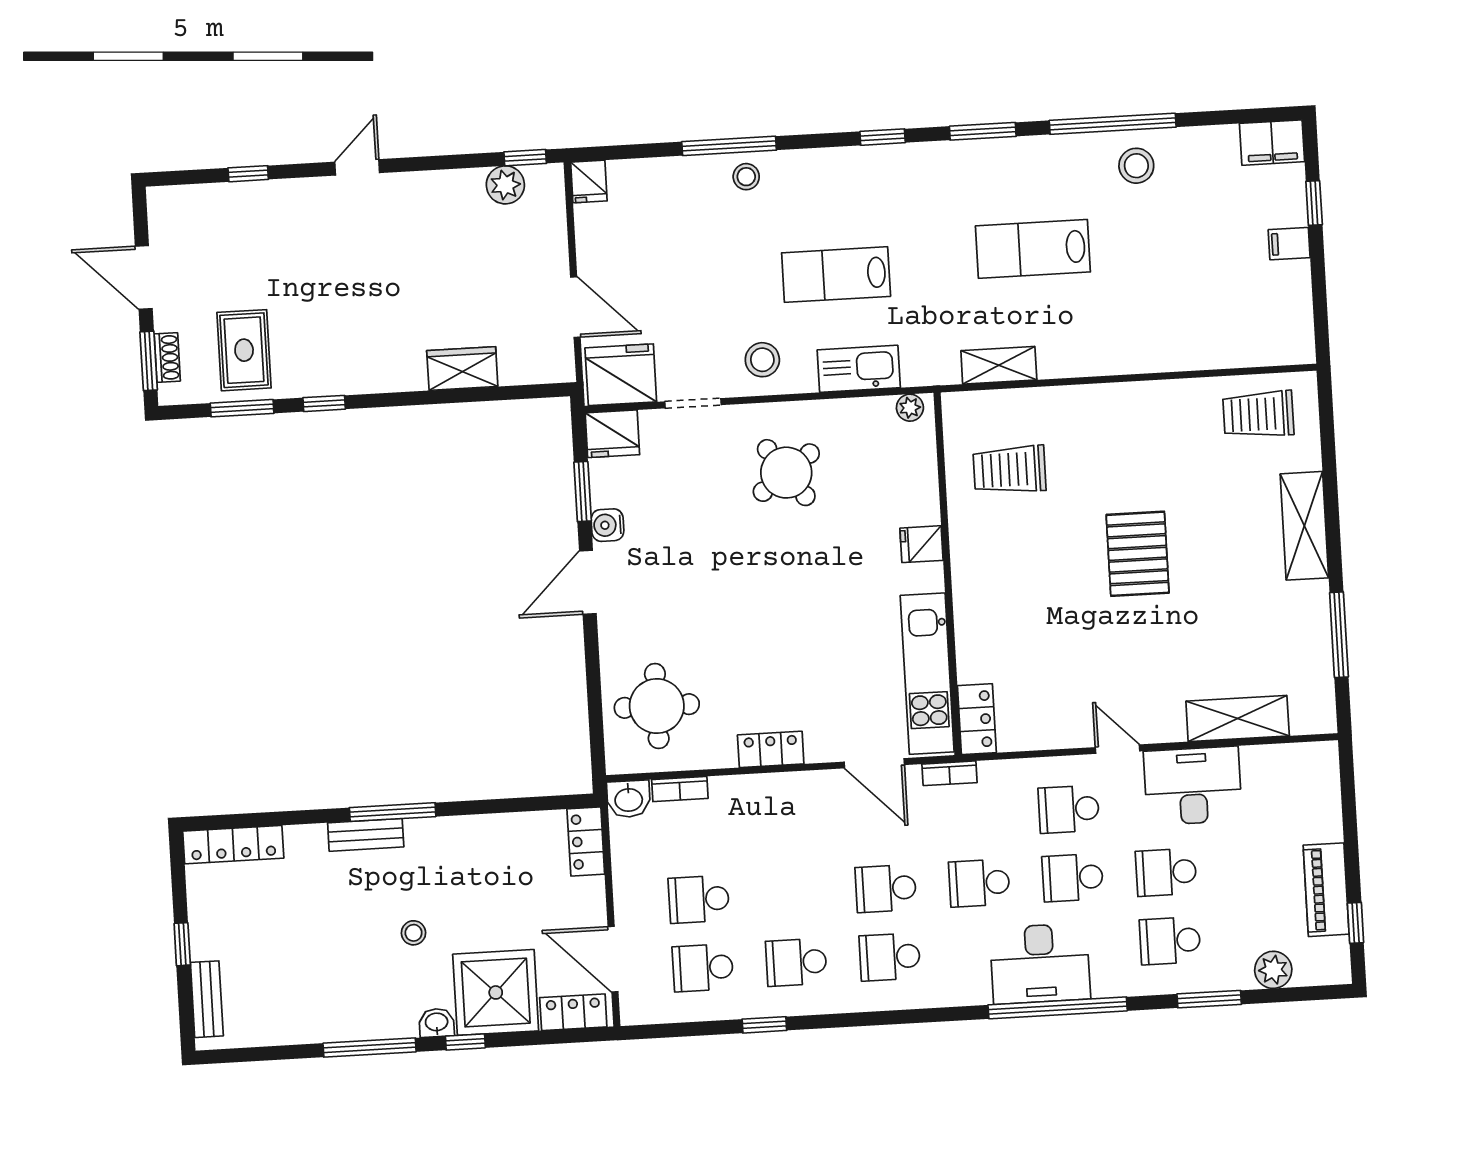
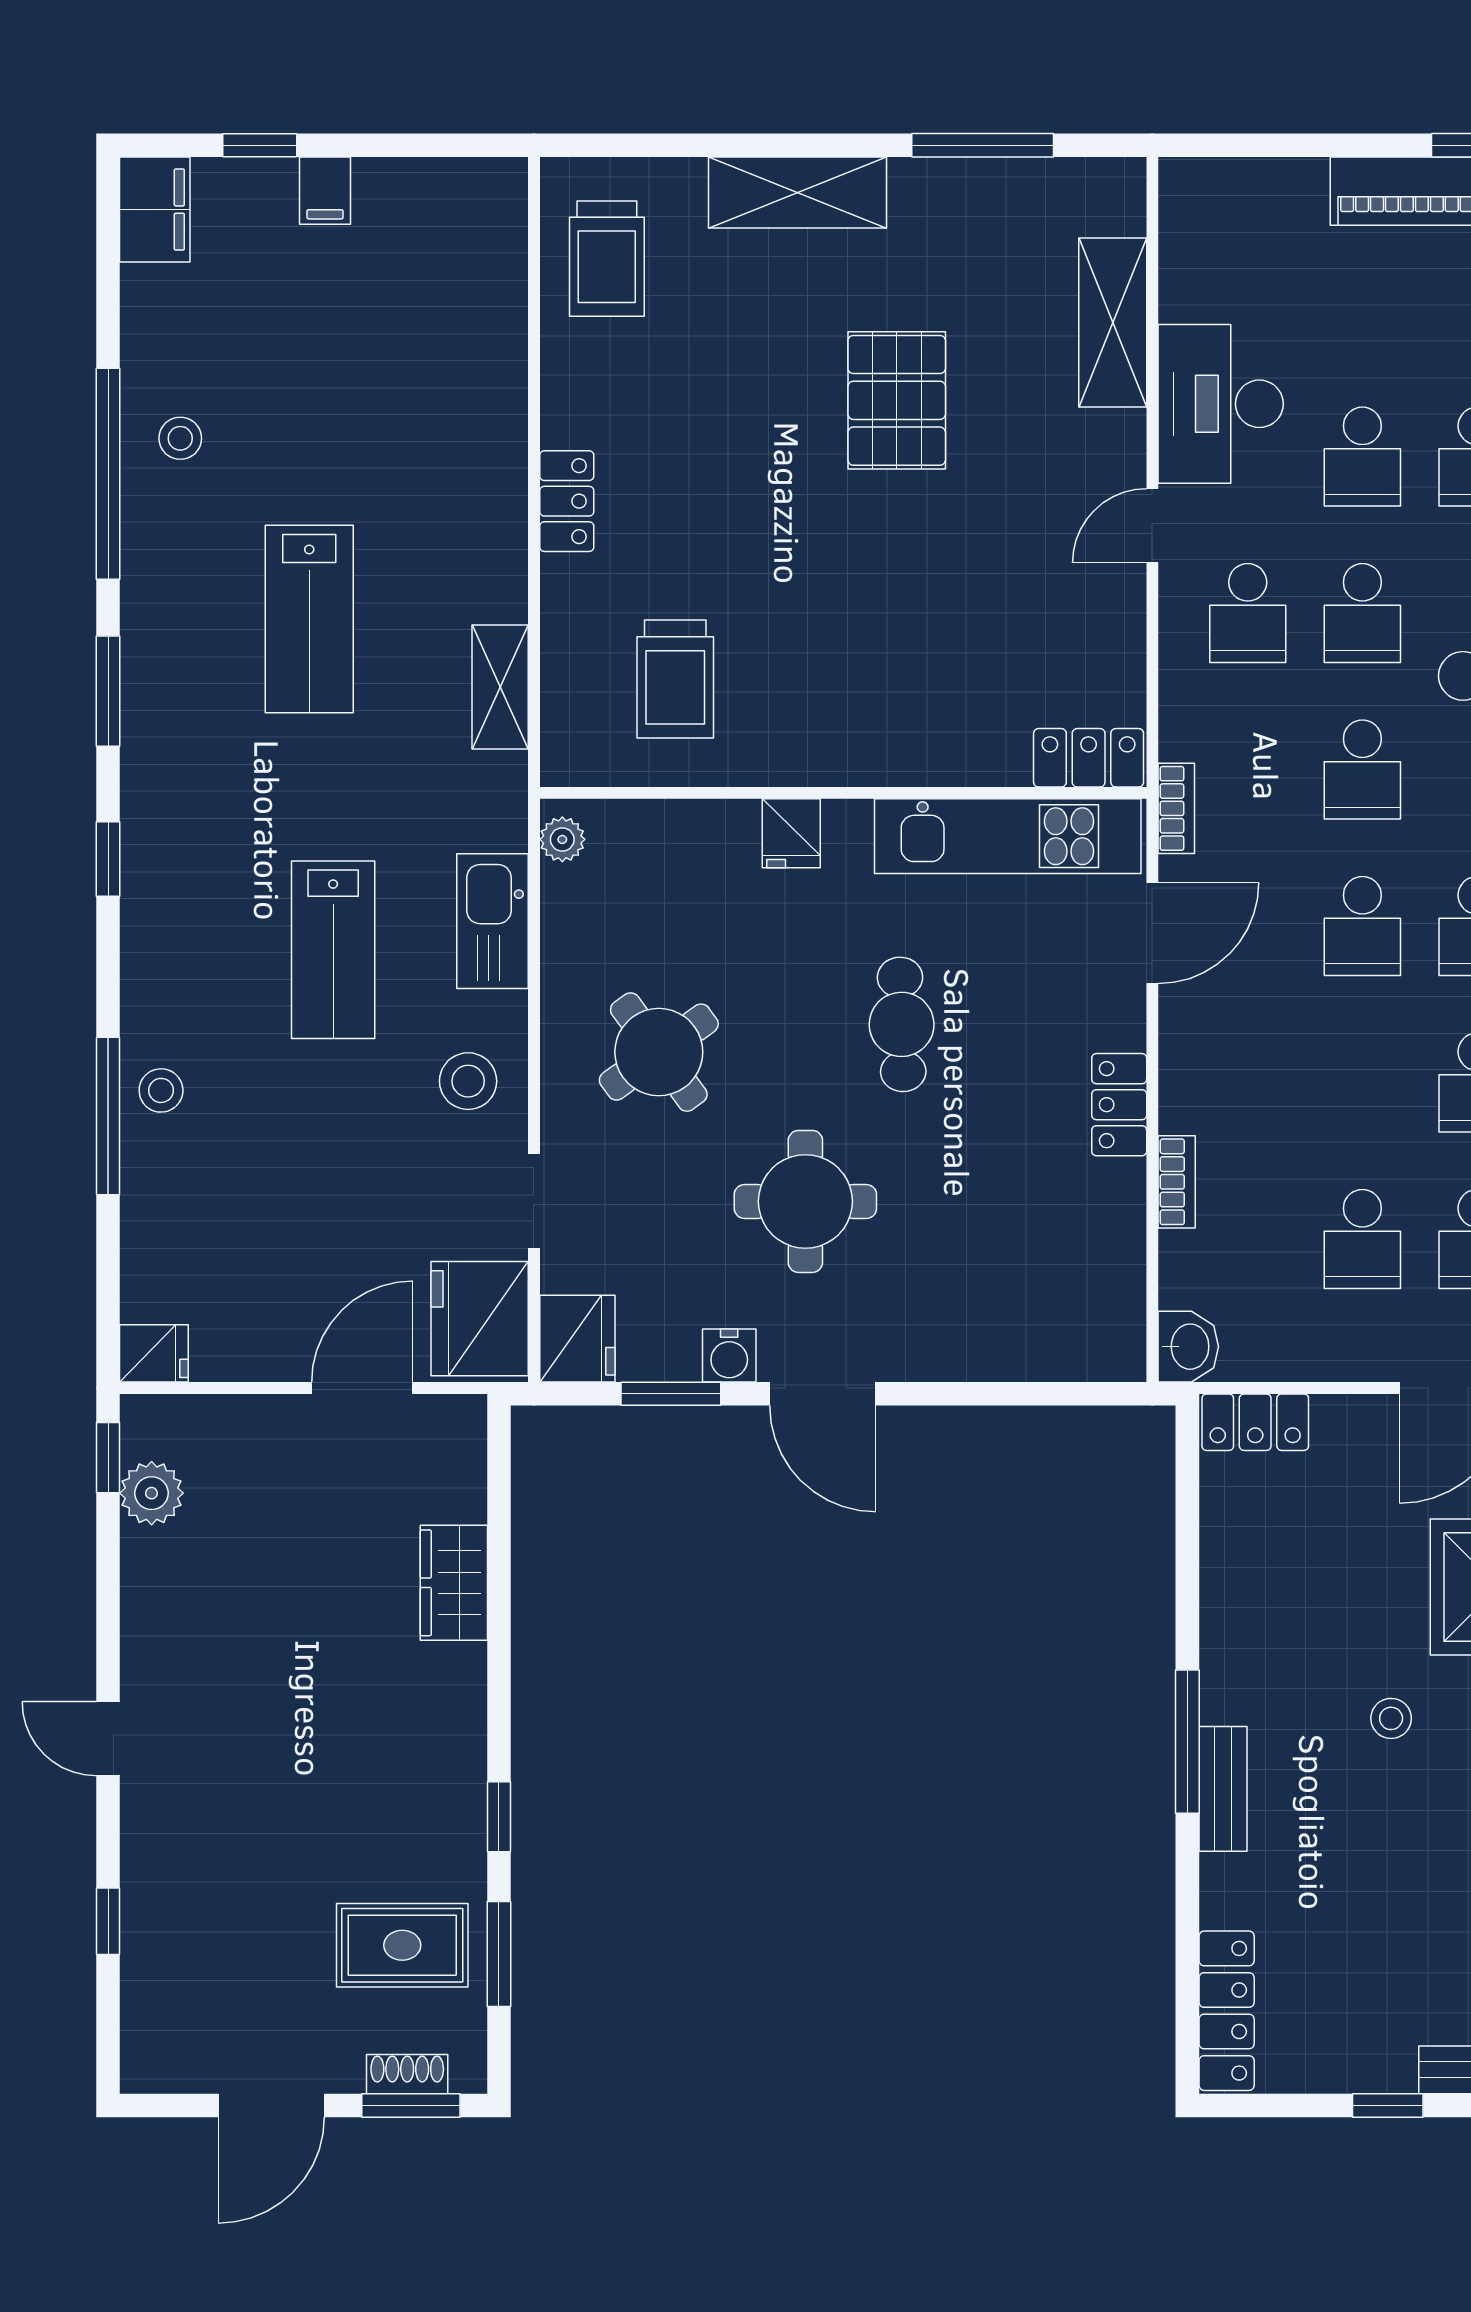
stool: (1136, 166) -> (180, 438), width x0.73, depth x0.73
locker: (1112, 399) -> (567, 501), added
pallet: (1138, 554) -> (897, 400), moved, turned 90
cafe table: (811, 617) -> (902, 1024), added
round table: (657, 706) -> (805, 1201), moved
bookcase: (680, 789) -> (1177, 1182), moved

